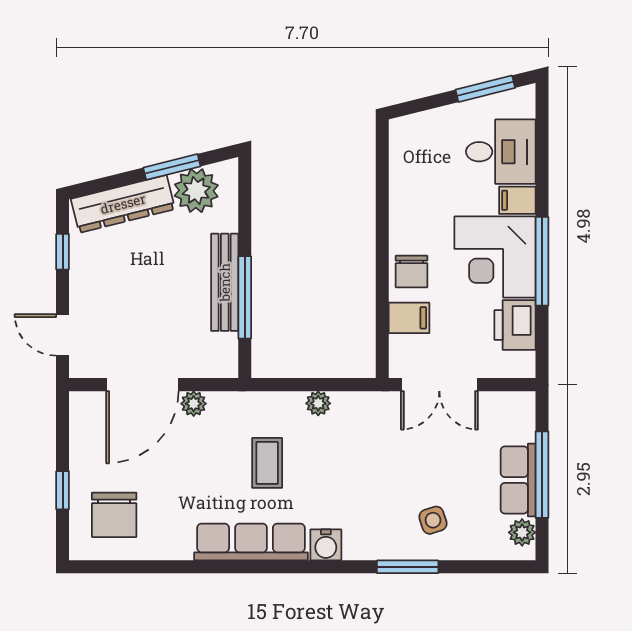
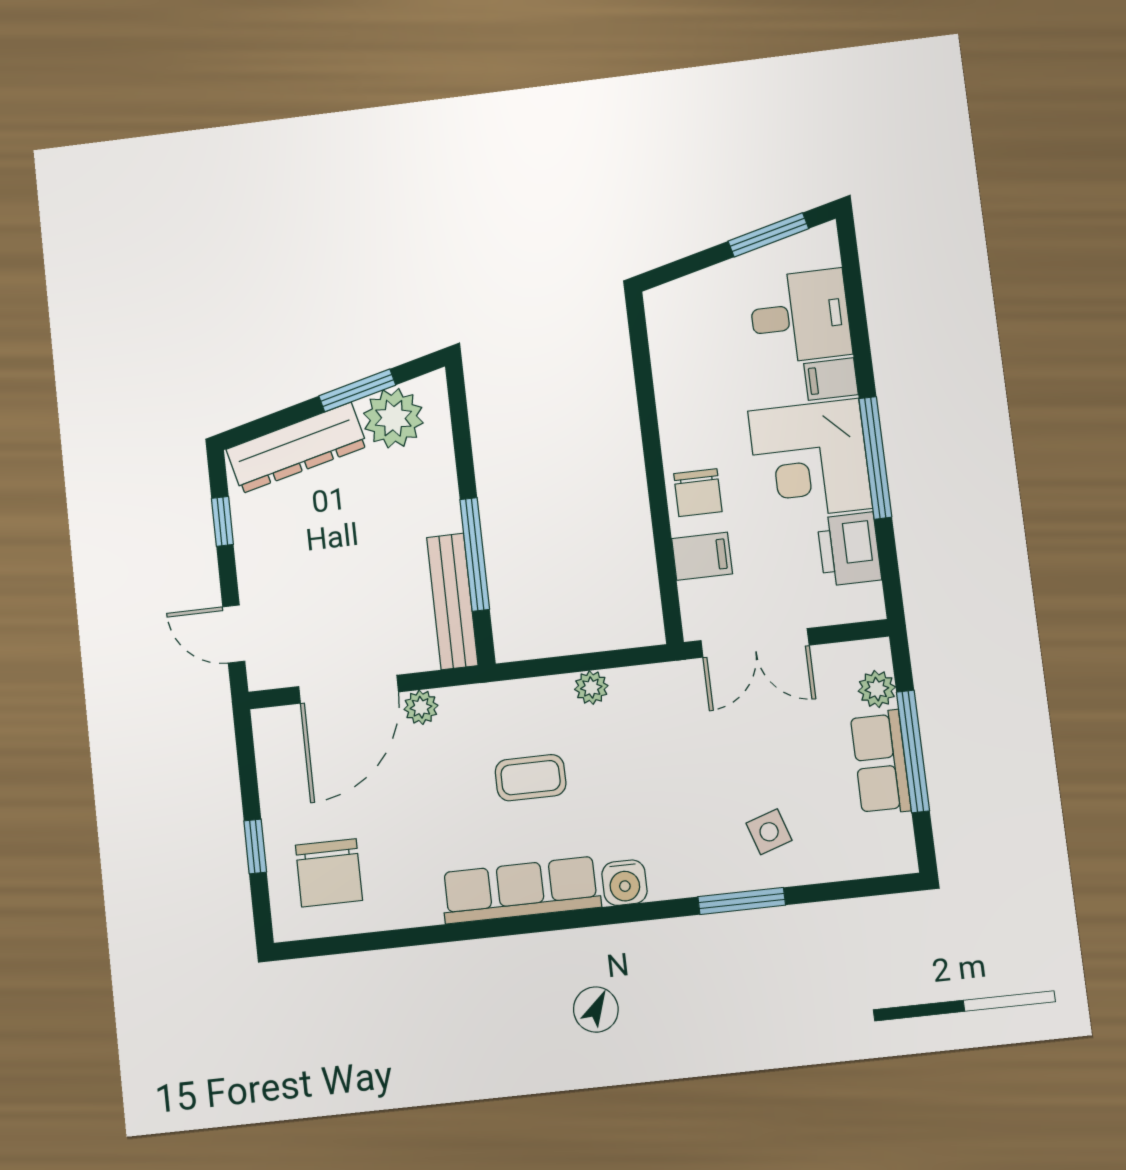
bench: (225, 282) -> (452, 601), moved
coffee table: (267, 463) -> (531, 778), turned 90
plant: (522, 532) -> (877, 689), moved

